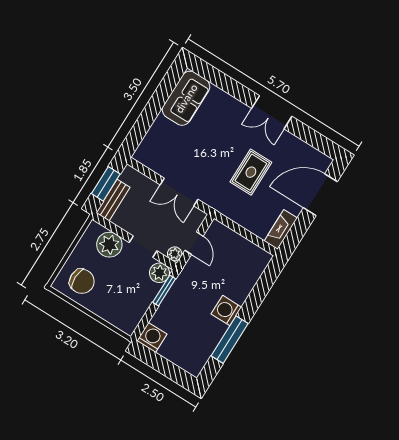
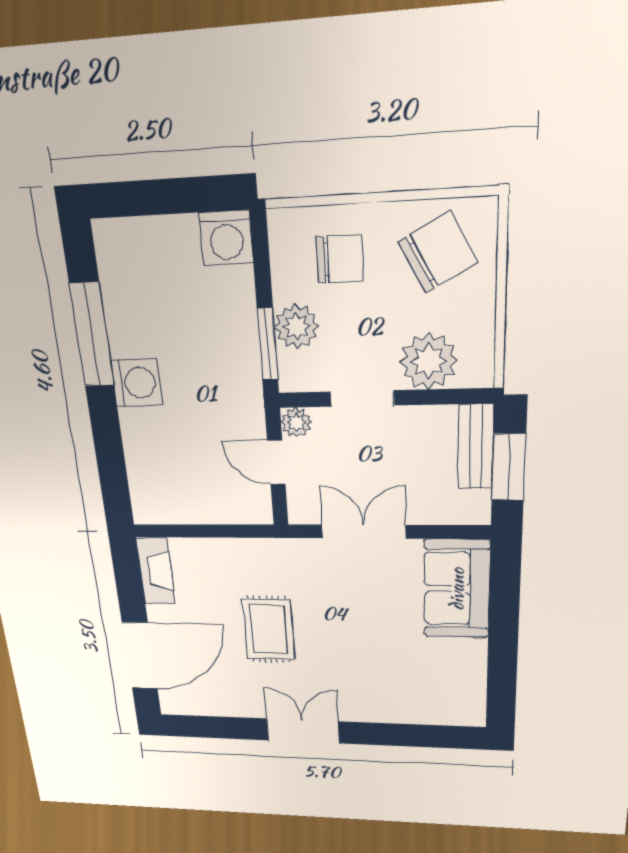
sofa: (186, 98) -> (457, 589), moved
plant: (159, 273) -> (296, 327), moved
chair: (82, 281) -> (438, 252), turned 152
chair: (117, 302) -> (340, 259), added

